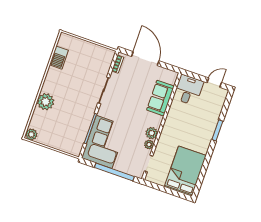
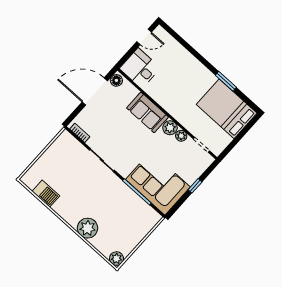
door: (145, 59) -> (95, 91), moved
floor lamp: (171, 75) -> (116, 80), added
door: (214, 83) -> (144, 37), swing flipped
sofa: (160, 98) -> (148, 112), moved
window: (217, 130) -> (226, 81), moved
window: (114, 172) -> (195, 186), width x0.32

